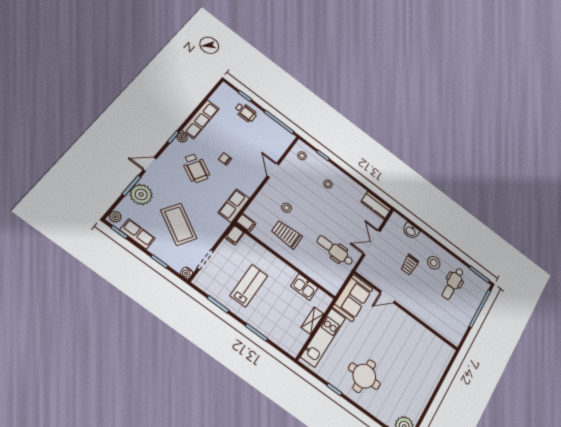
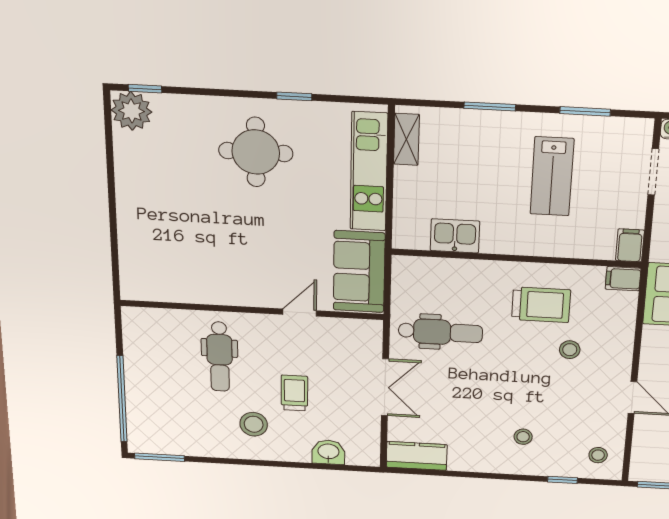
dental chair: (453, 284) -> (220, 357), moved, turned 180
shelving: (313, 321) -> (406, 139), moved

